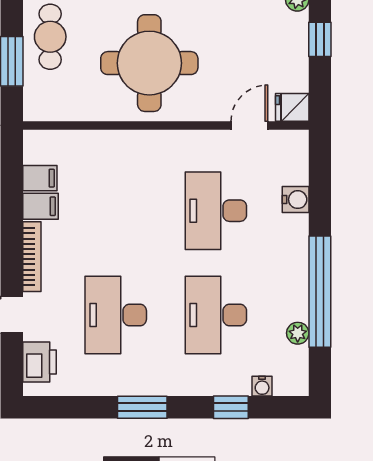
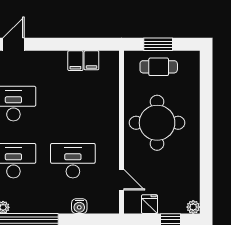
cafe table: (50, 37) -> (159, 67), moved
fridge: (292, 107) -> (150, 204), moved
bookcase: (32, 257) -> (47, 56), removed

